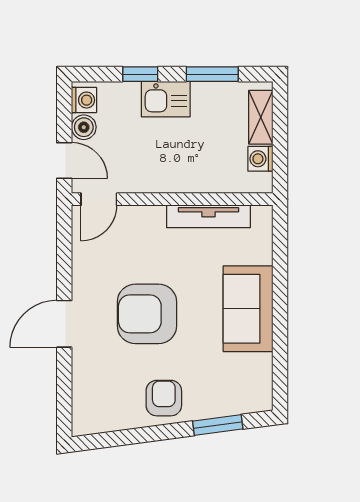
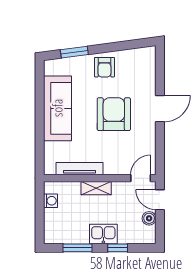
washing machine: (84, 100) -> (149, 233), removed
shelving: (261, 117) -> (96, 188), moved, turned 90
sofa: (248, 309) -> (57, 108), width x1.36
armchair: (147, 314) -> (114, 114), turned -90

